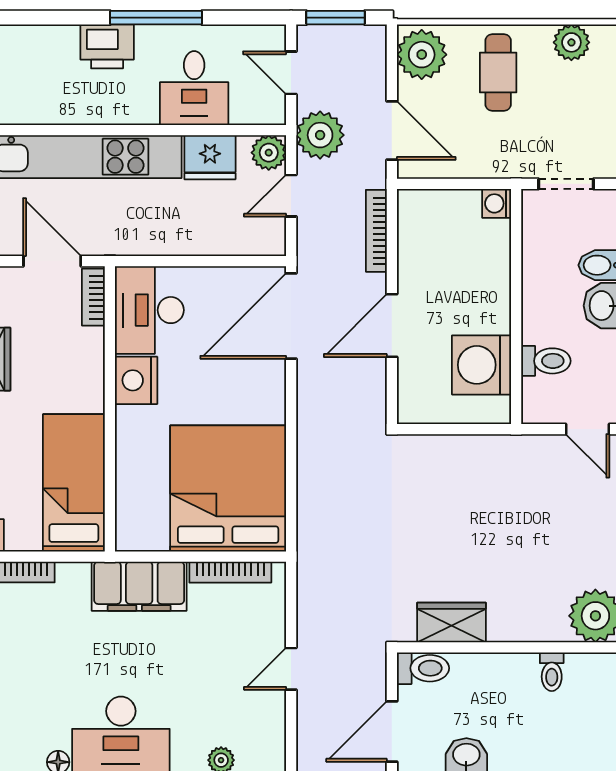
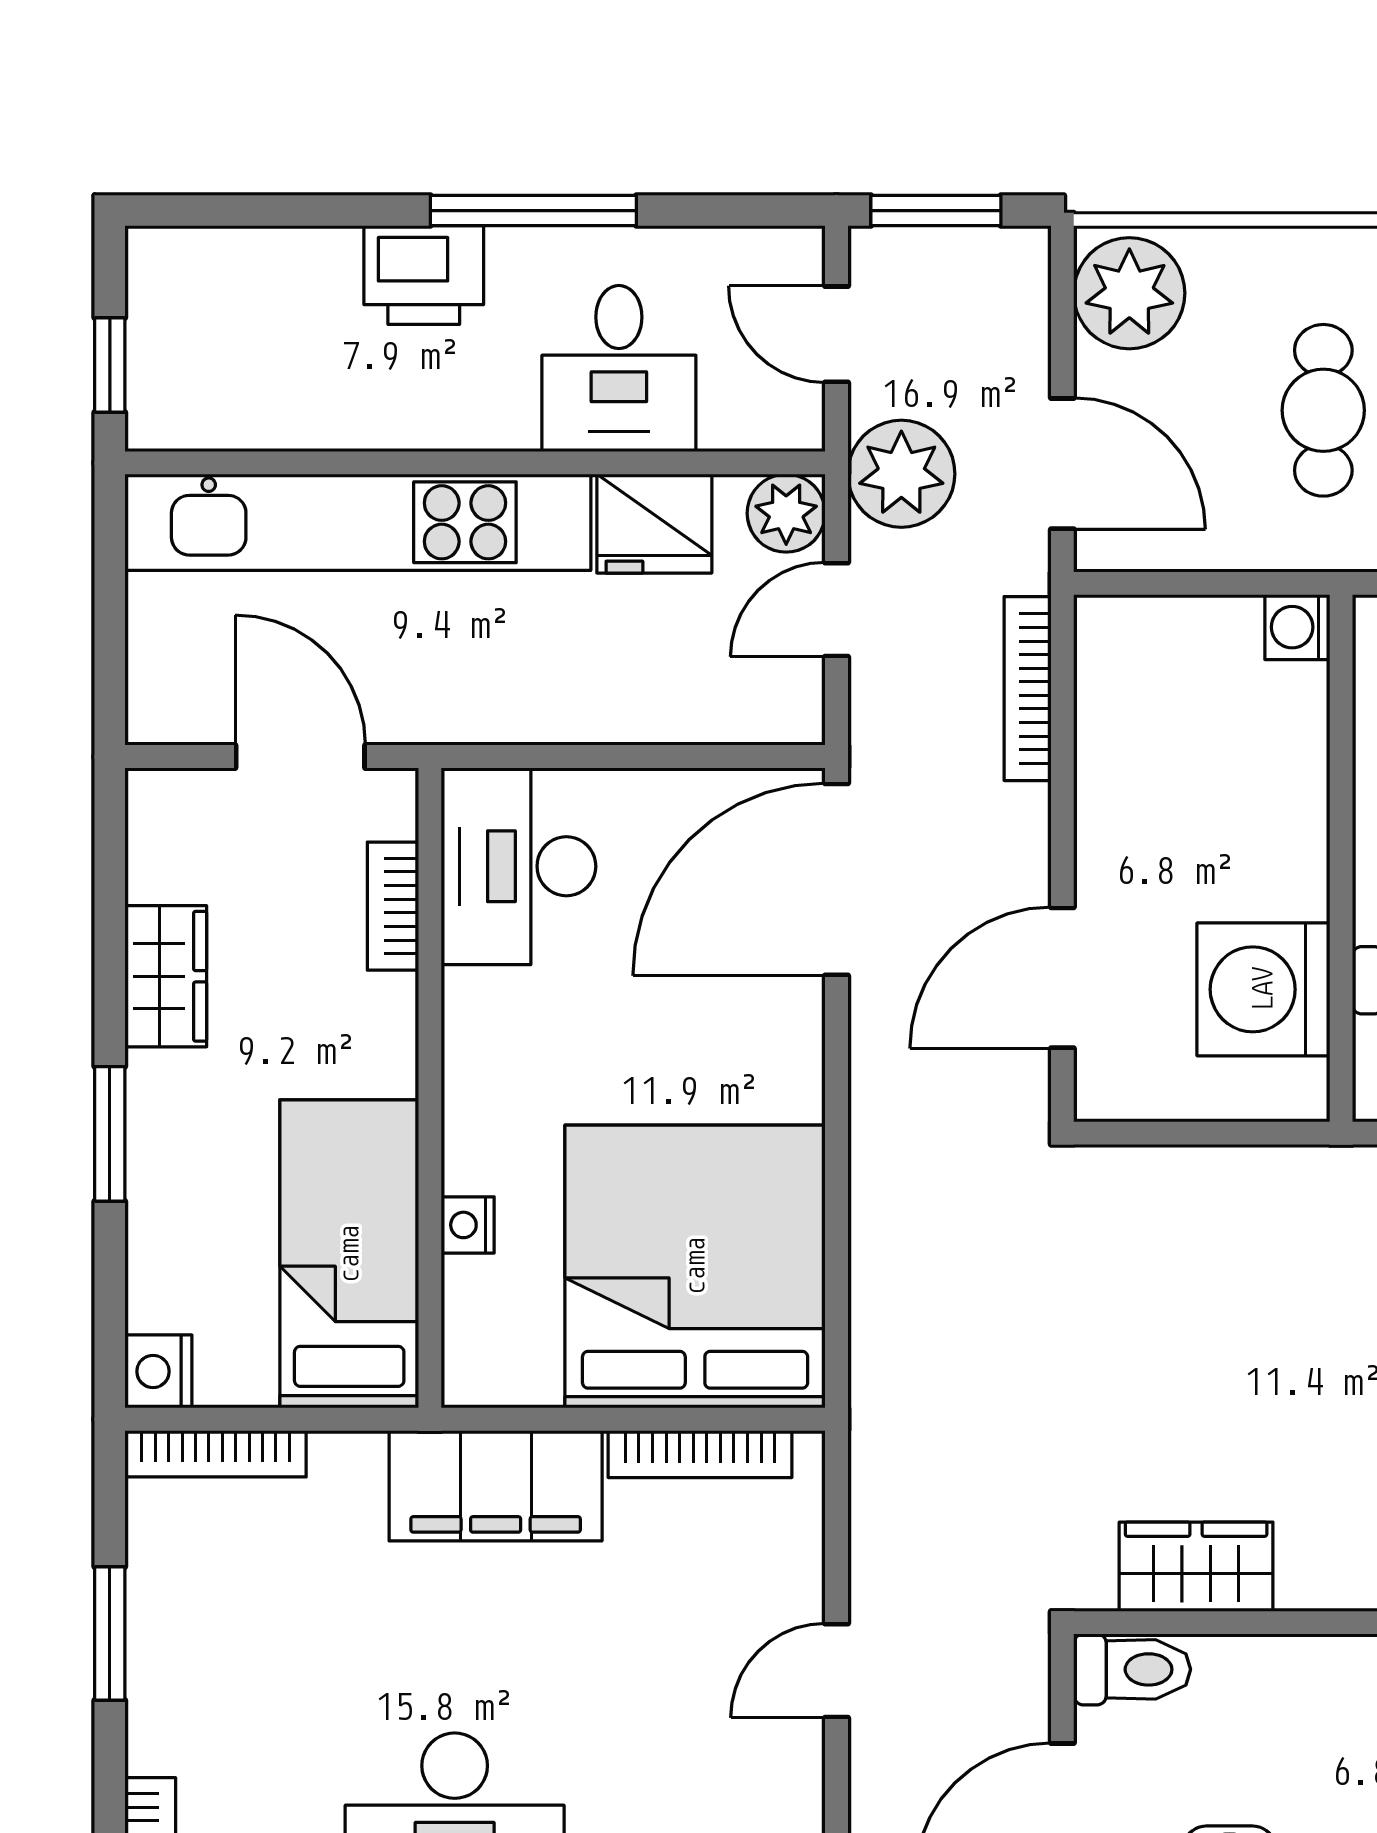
cafe table: (498, 72) -> (1323, 410), moved
bookcase: (93, 297) -> (393, 906), moved
door: (392, 325) -> (1062, 978), moved
nightstand: (136, 380) -> (468, 1225), moved, width x0.53, depth x0.56

